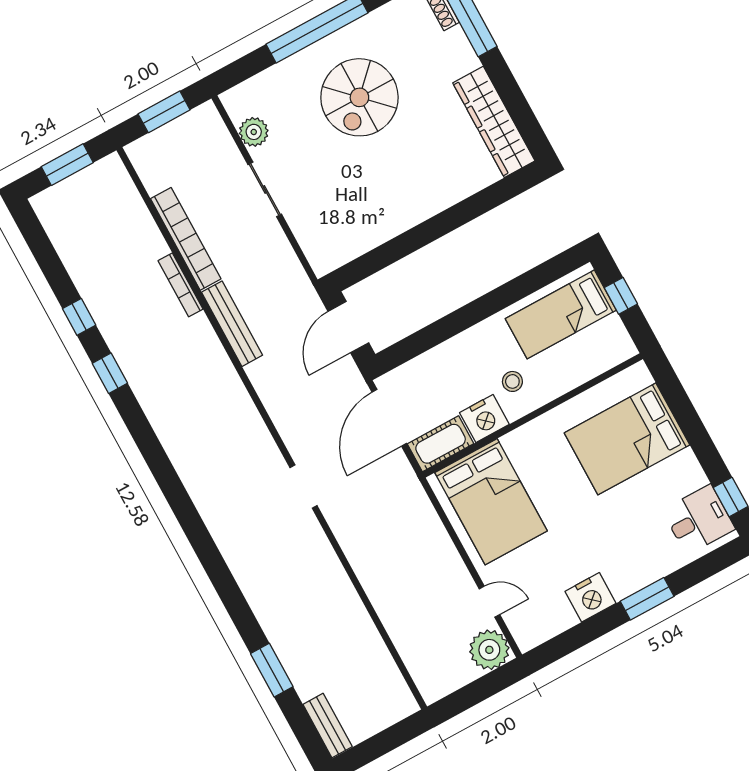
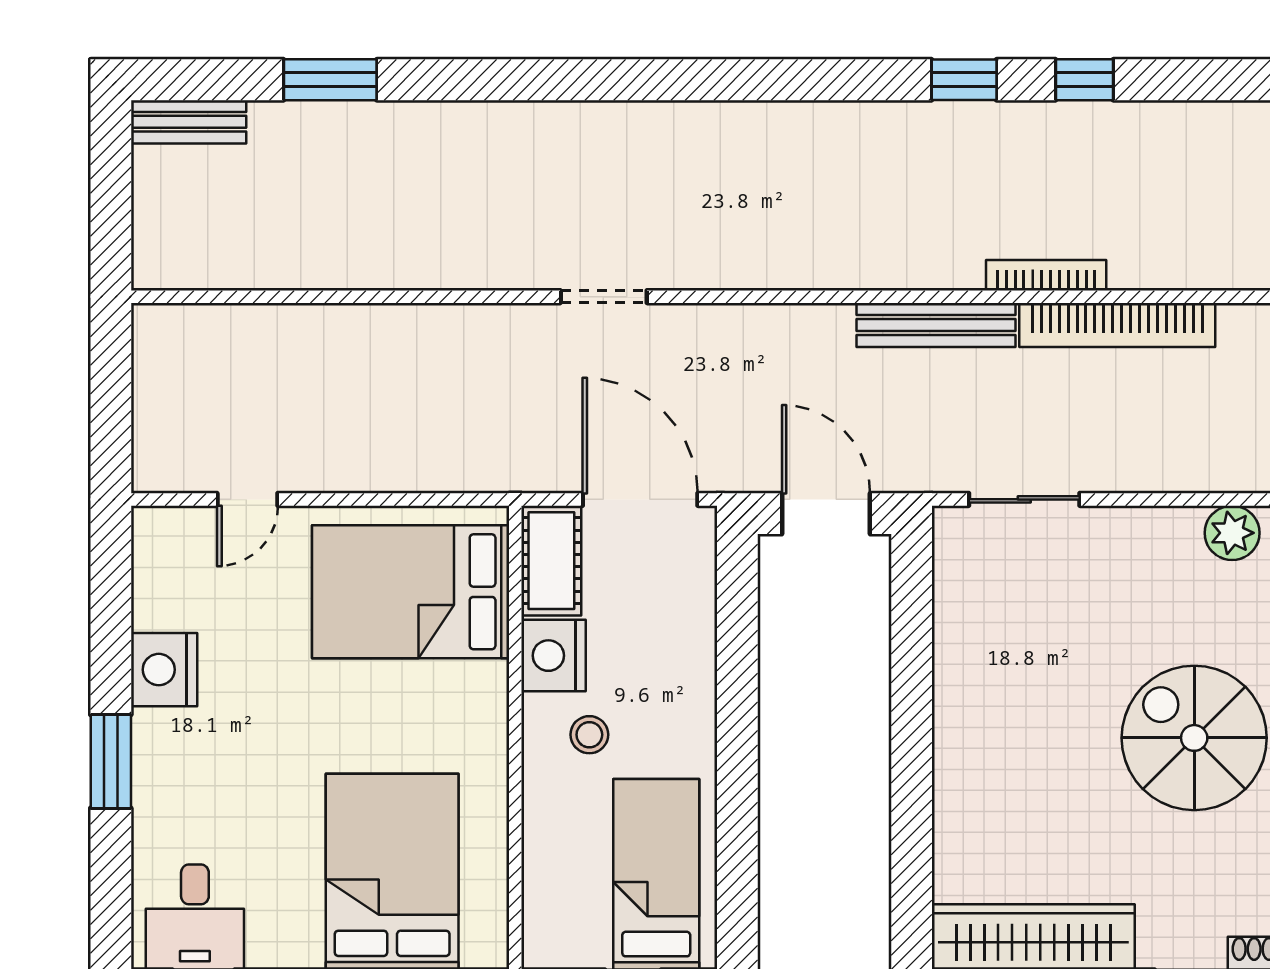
sliding door: (265, 189) -> (1024, 499), moved
plant: (489, 650) -> (168, 456), removed

